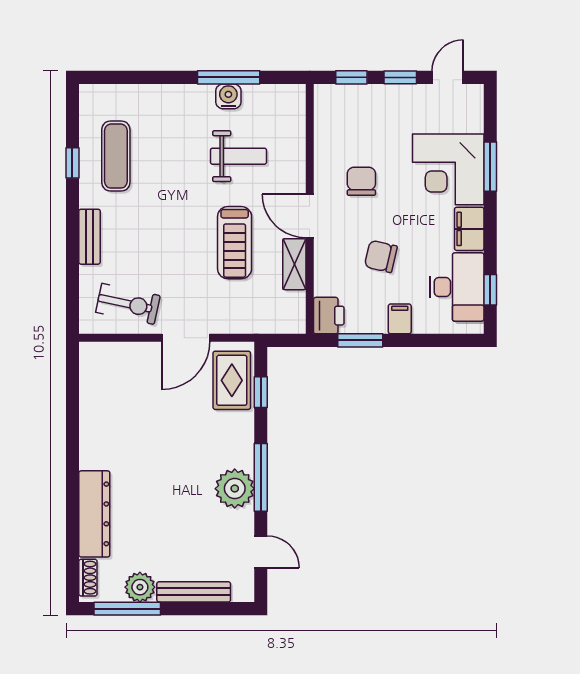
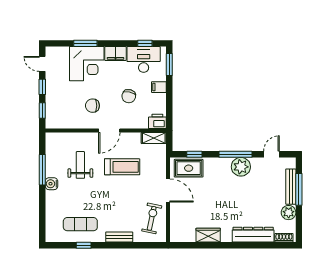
water cooler: (228, 96) -> (51, 184), moved
shelving: (294, 264) -> (154, 138), moved
window: (360, 340) -> (169, 65), moved
wardrobe: (93, 421) -> (208, 235), added
window: (127, 609) -> (299, 189), moved

